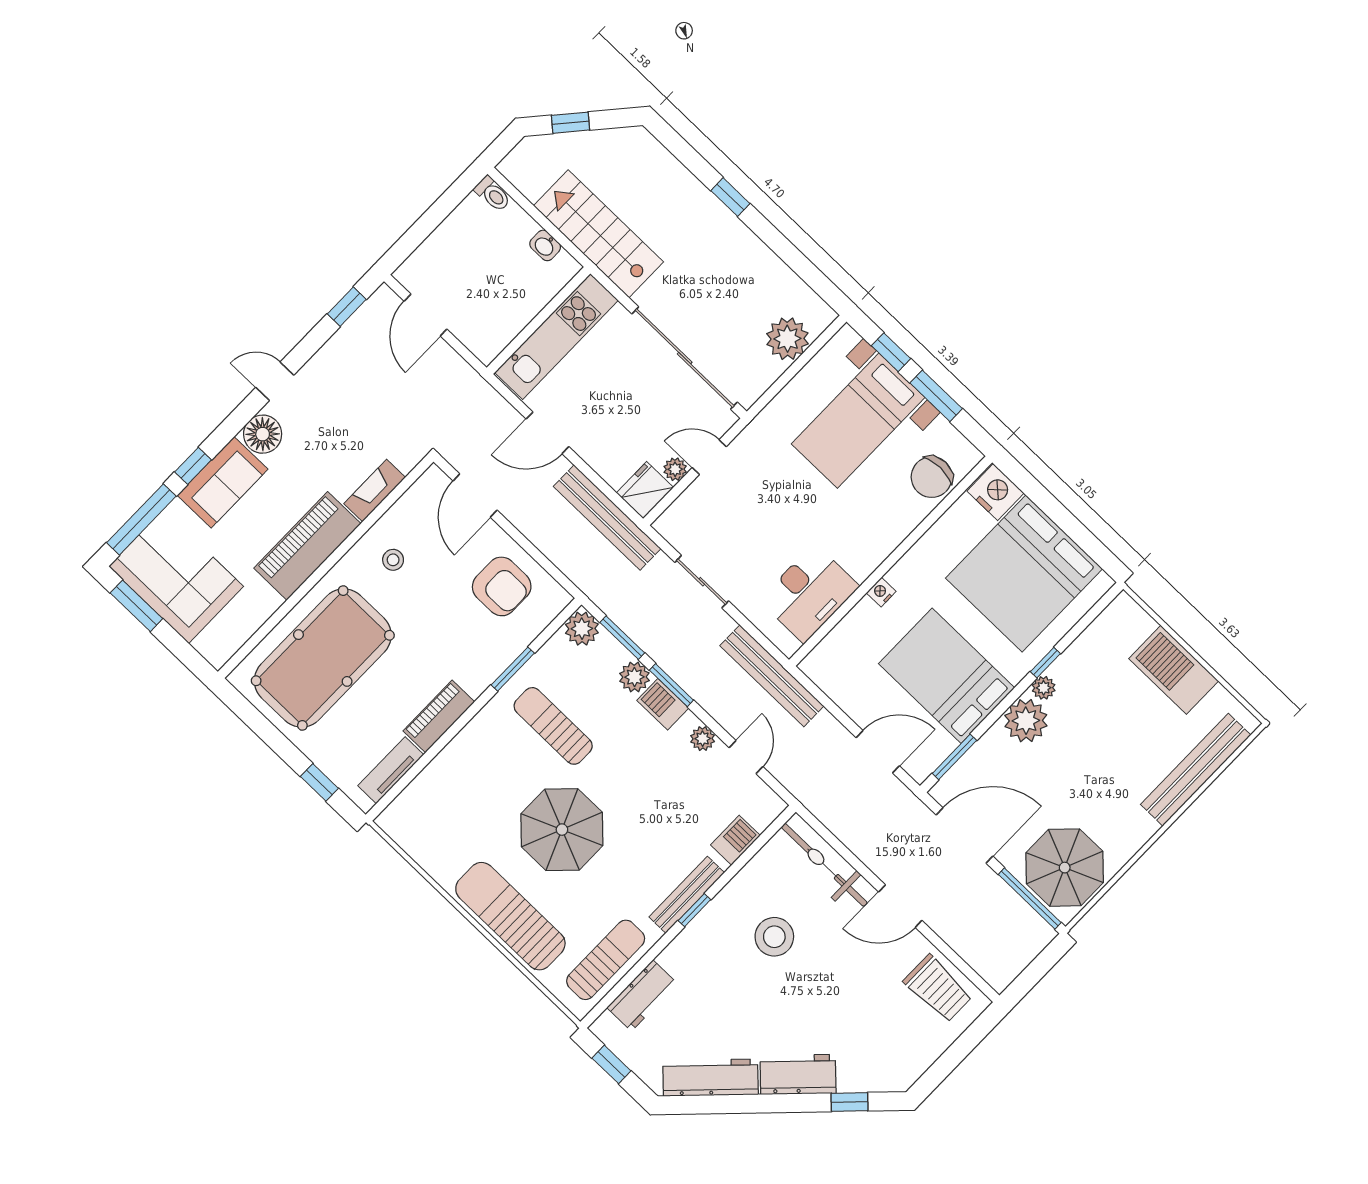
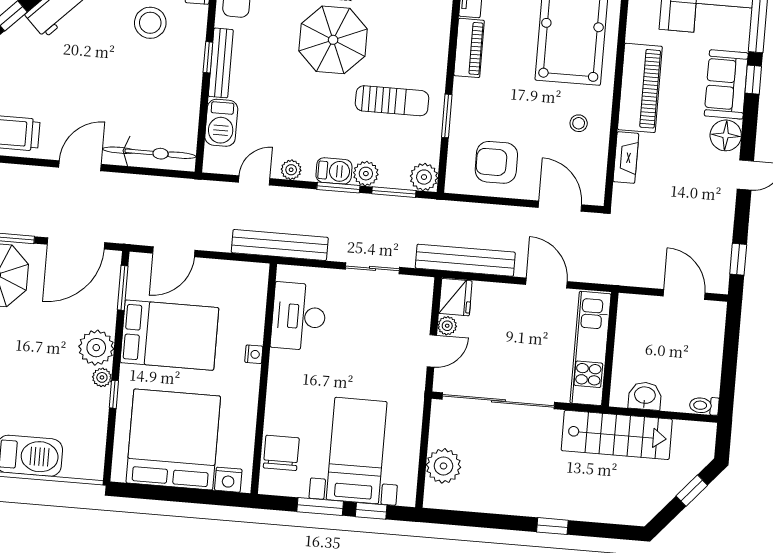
washbasin: (545, 245) -> (645, 396), width x1.38, depth x1.45
door: (548, 433) -> (546, 283), hinge flipped
nightstand: (995, 492) -> (228, 480), width x0.74, depth x0.75
door: (746, 757) -> (254, 180), swing flipped
barbecue: (735, 840) -> (221, 123), width x1.38, depth x1.27
stool: (774, 937) -> (150, 23), moved

